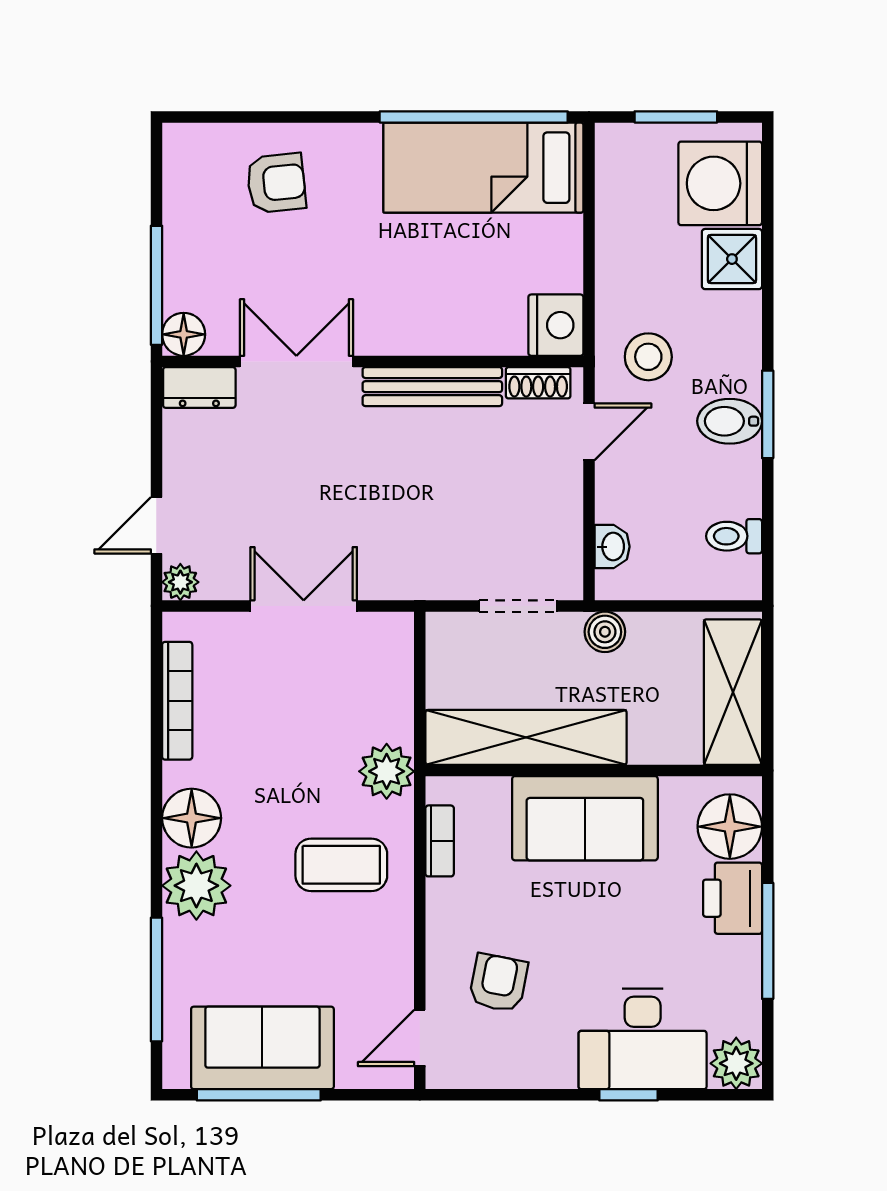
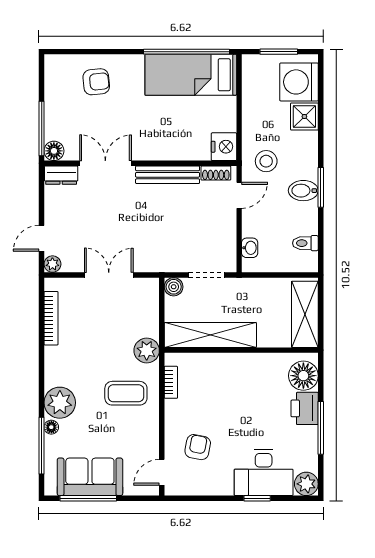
boiler: (605, 632) -> (174, 287), moved
floor lamp: (192, 818) -> (51, 427), moved, width x0.53, depth x0.53
sofa: (585, 818) -> (237, 372), removed

